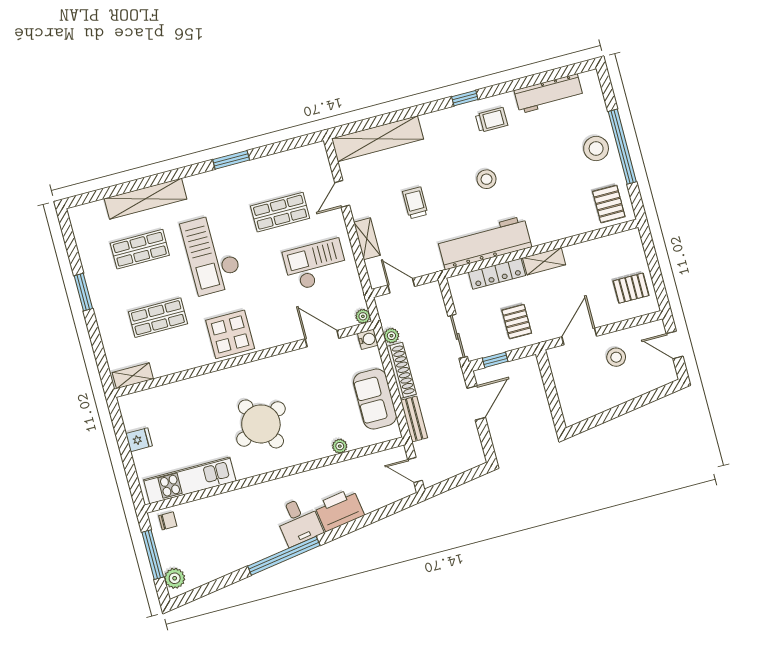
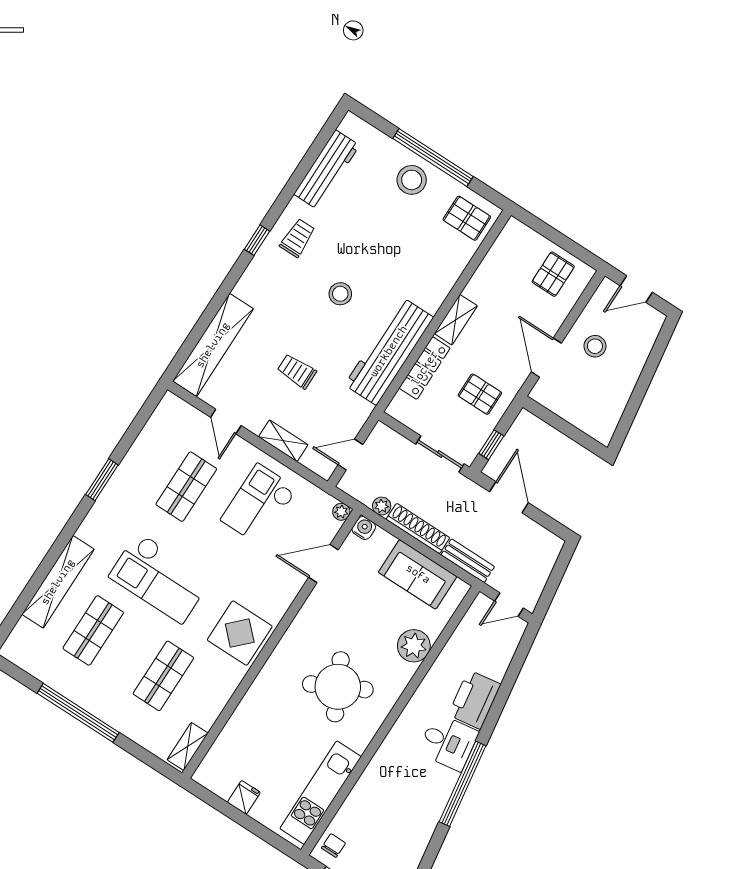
window: (83, 292) -> (78, 713), width x2.11
plant: (340, 446) -> (414, 646), width x1.87, depth x1.87

